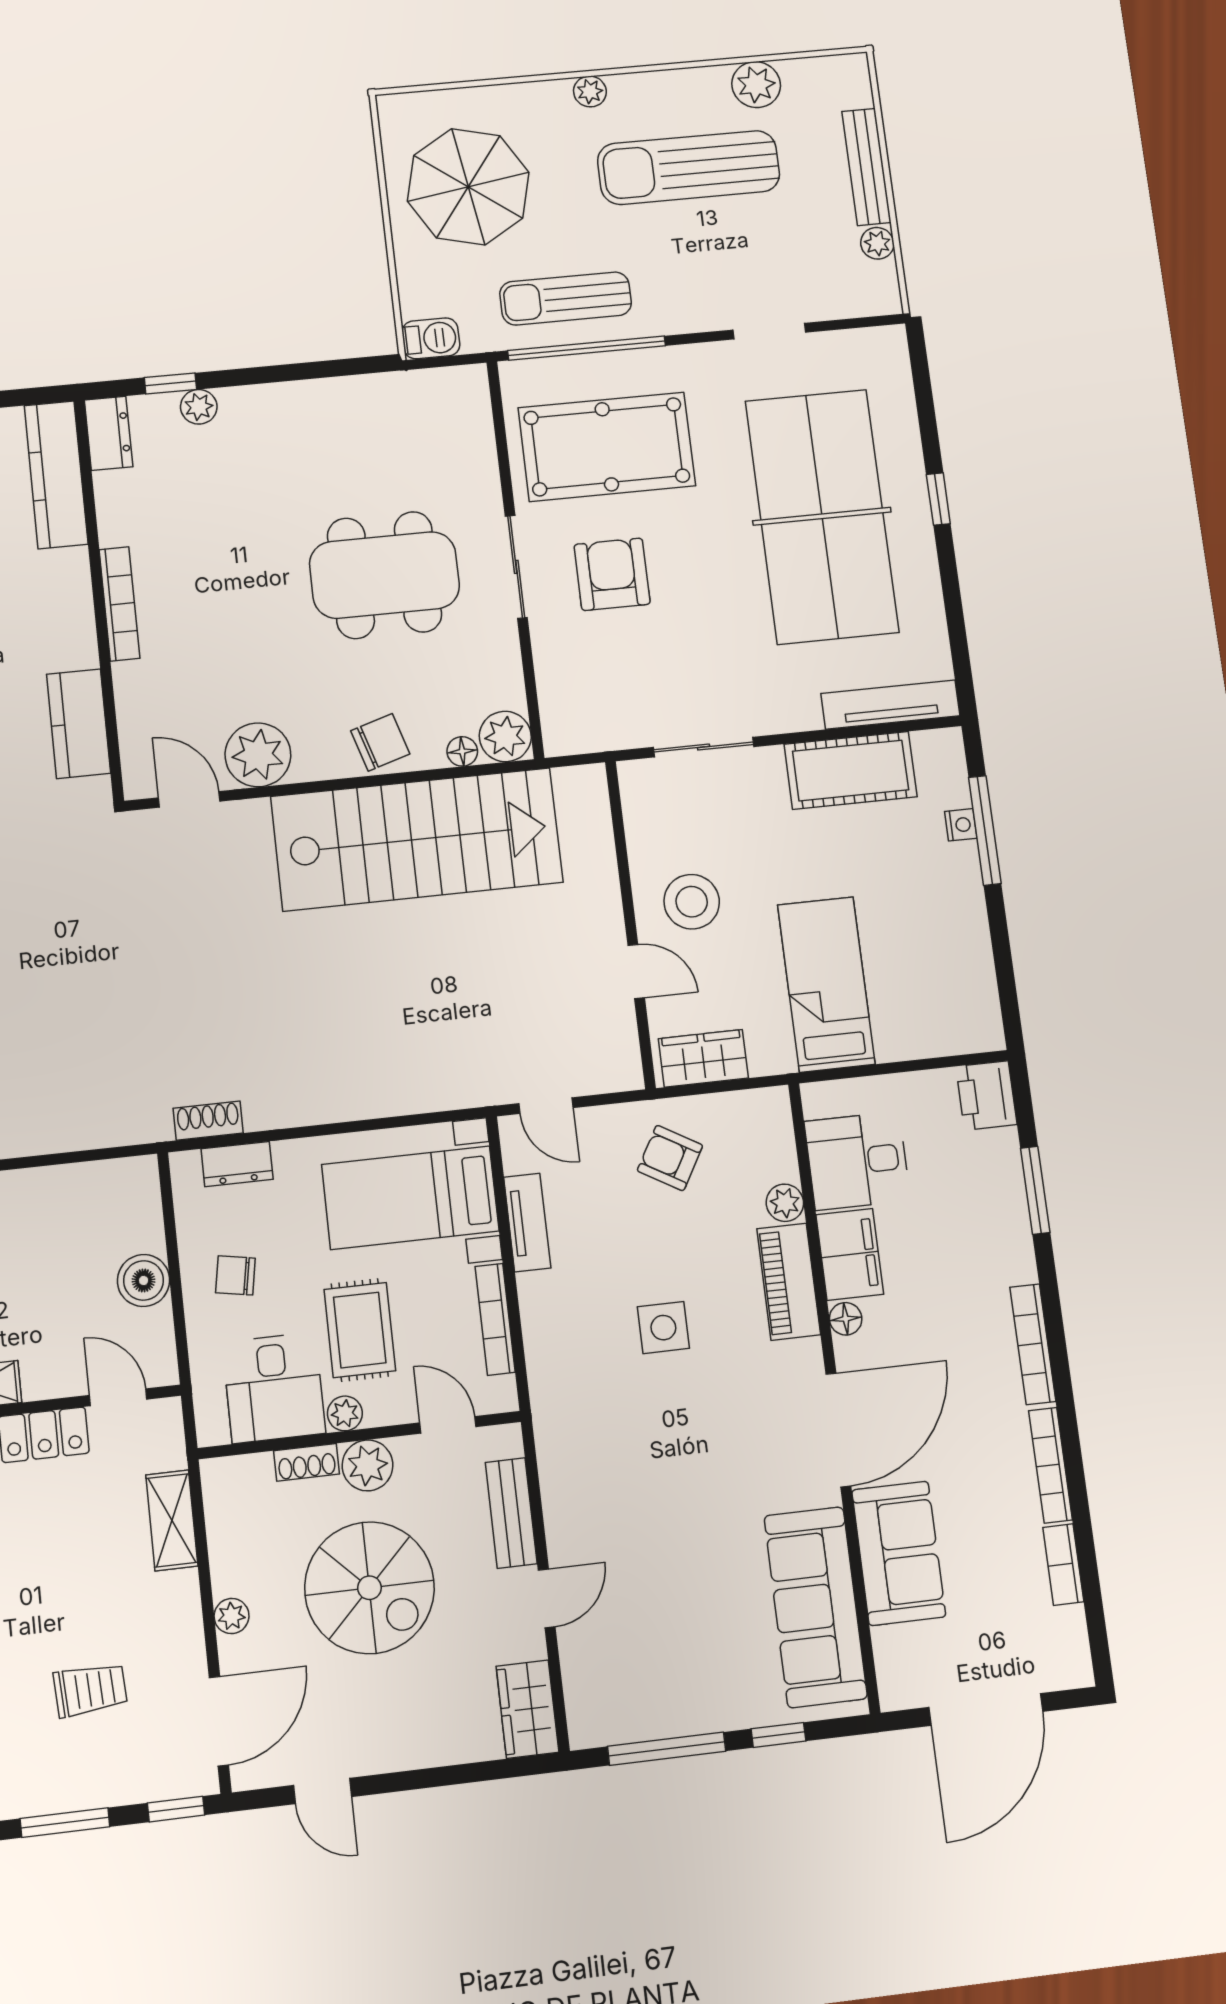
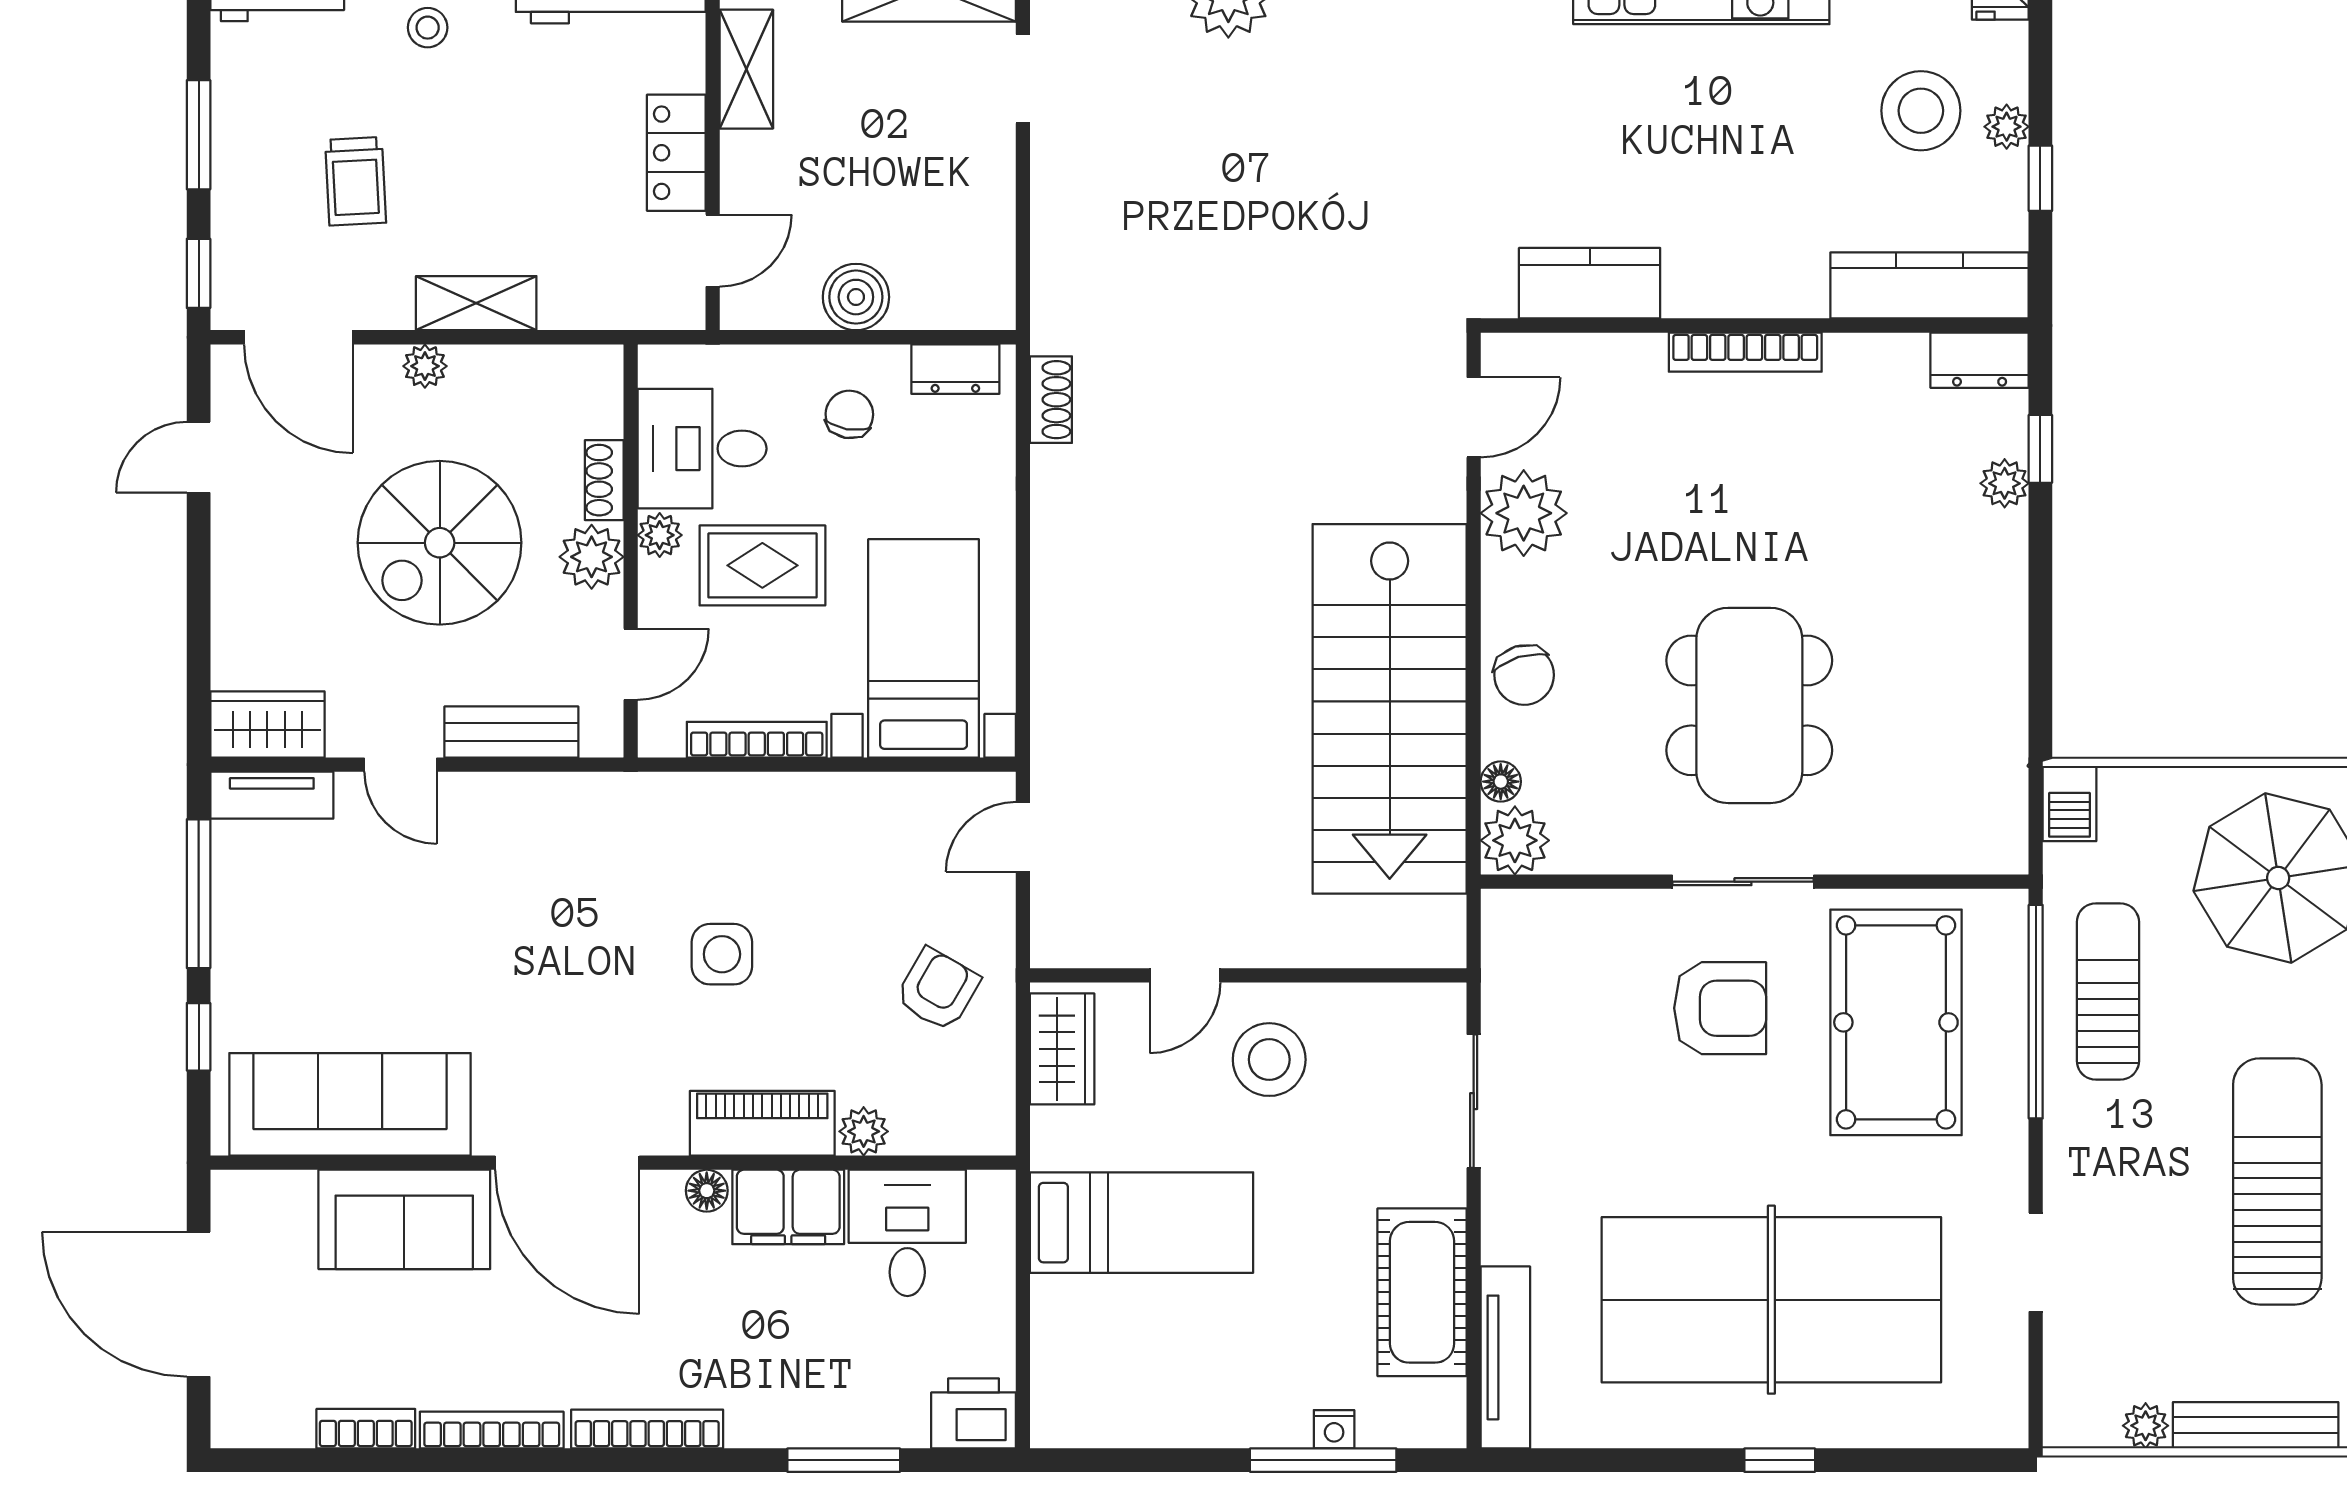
dresser: (237, 1164) -> (955, 369), moved, turned -90
tv unit: (527, 1222) -> (272, 795), moved
shelving: (172, 1520) -> (476, 303), moved

